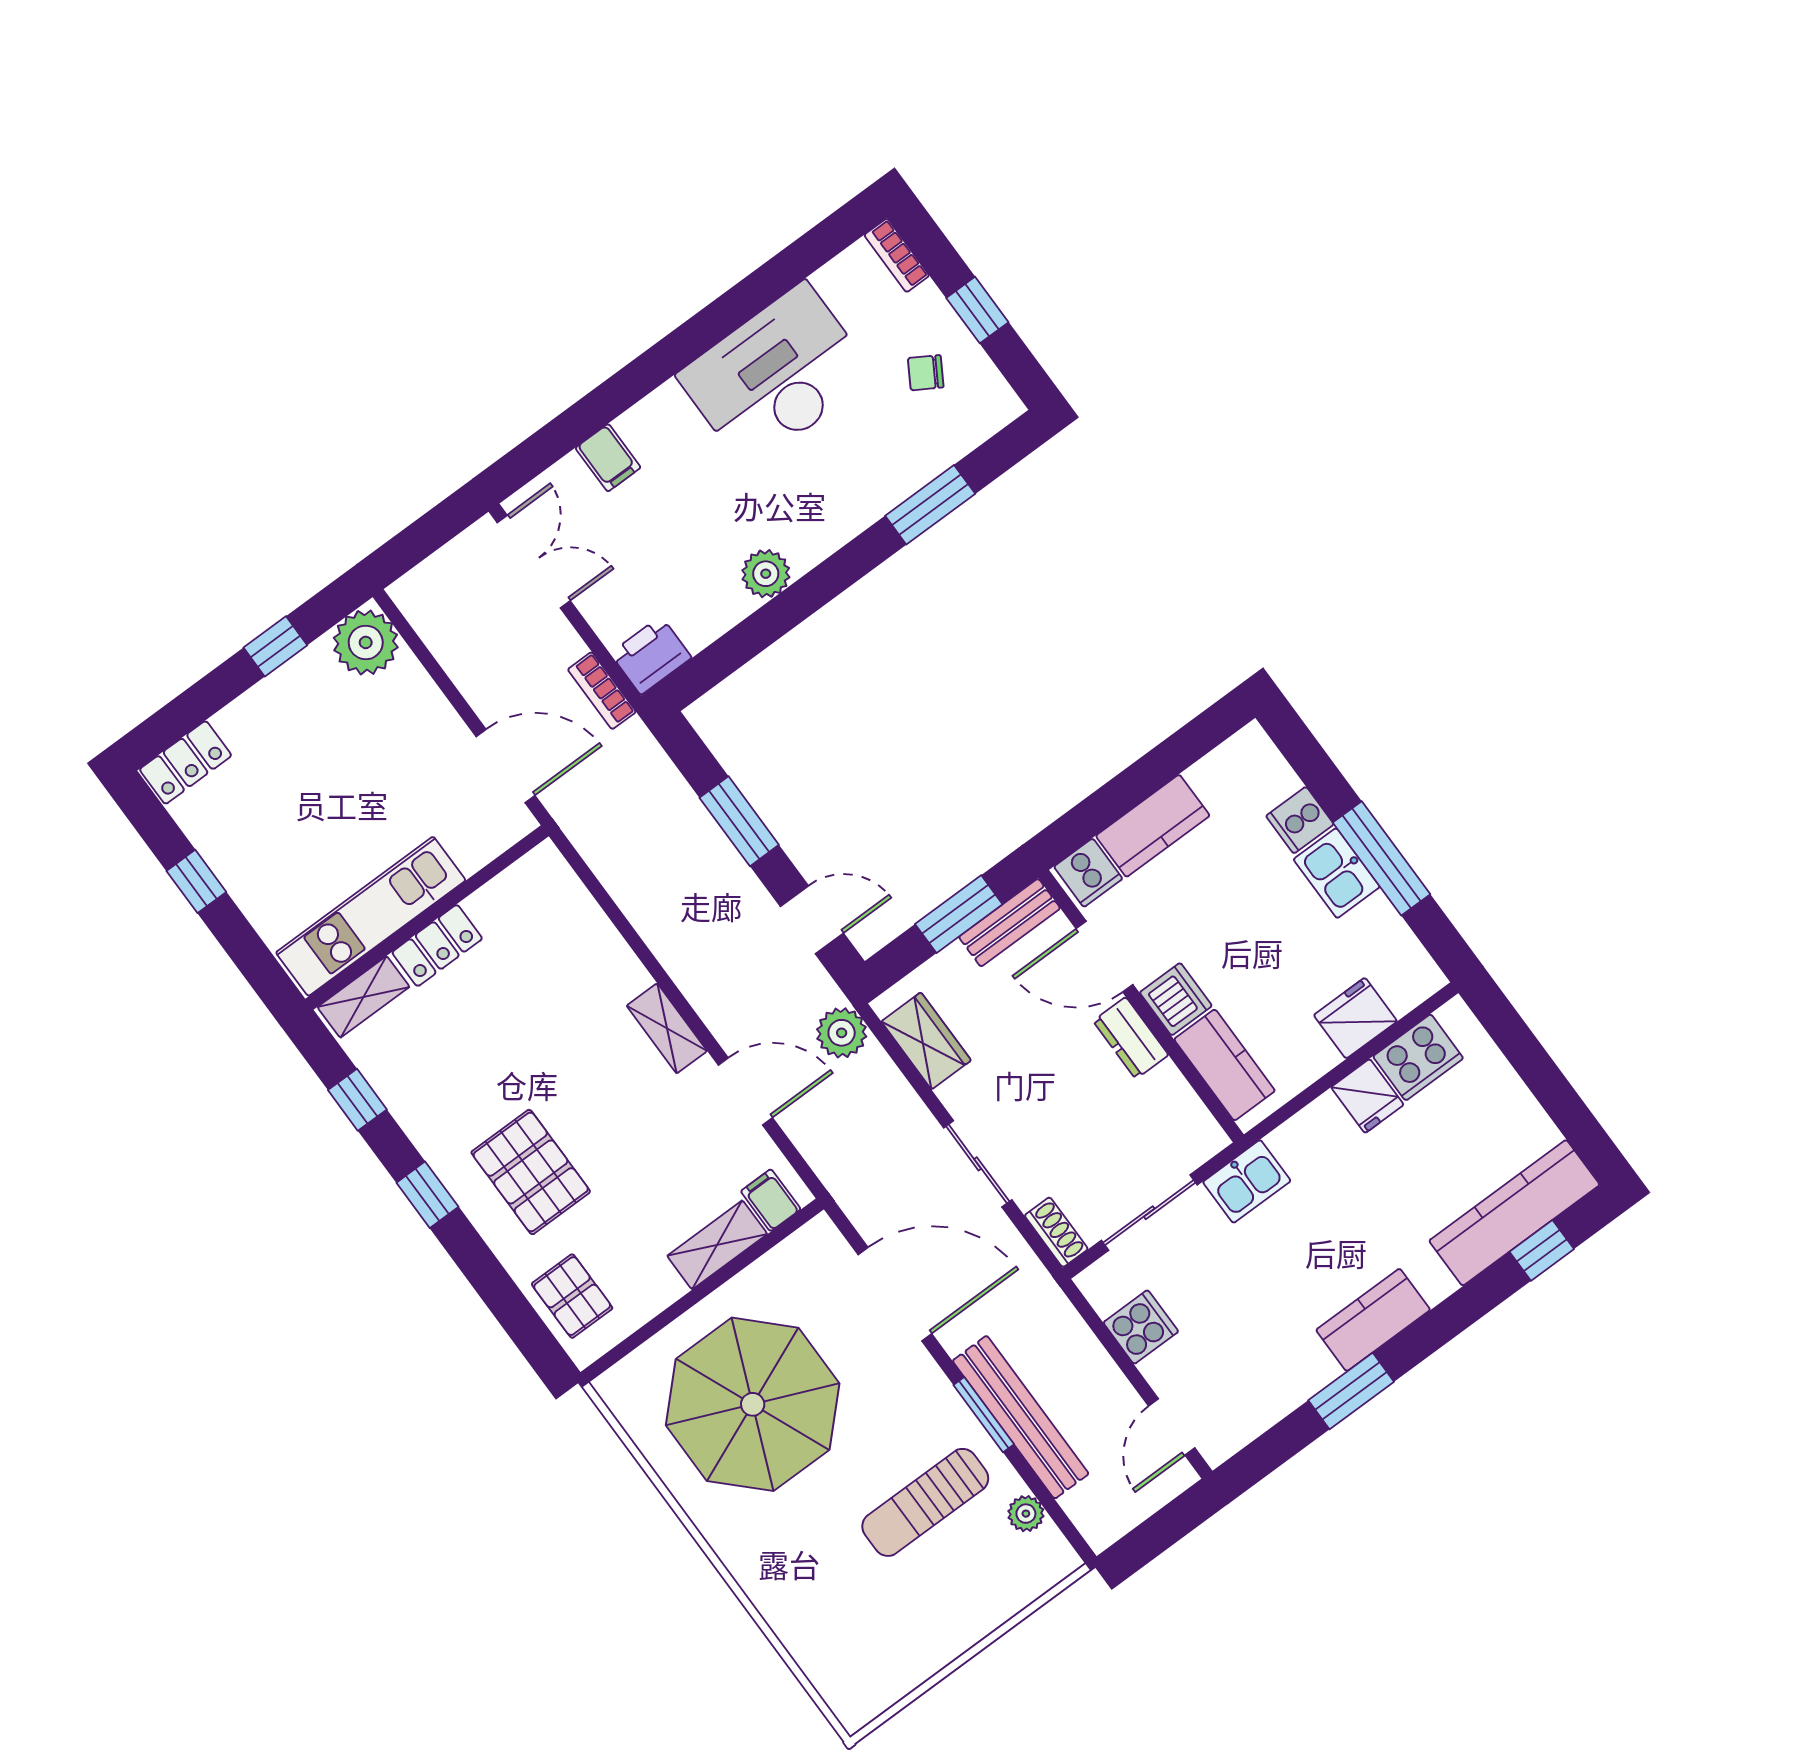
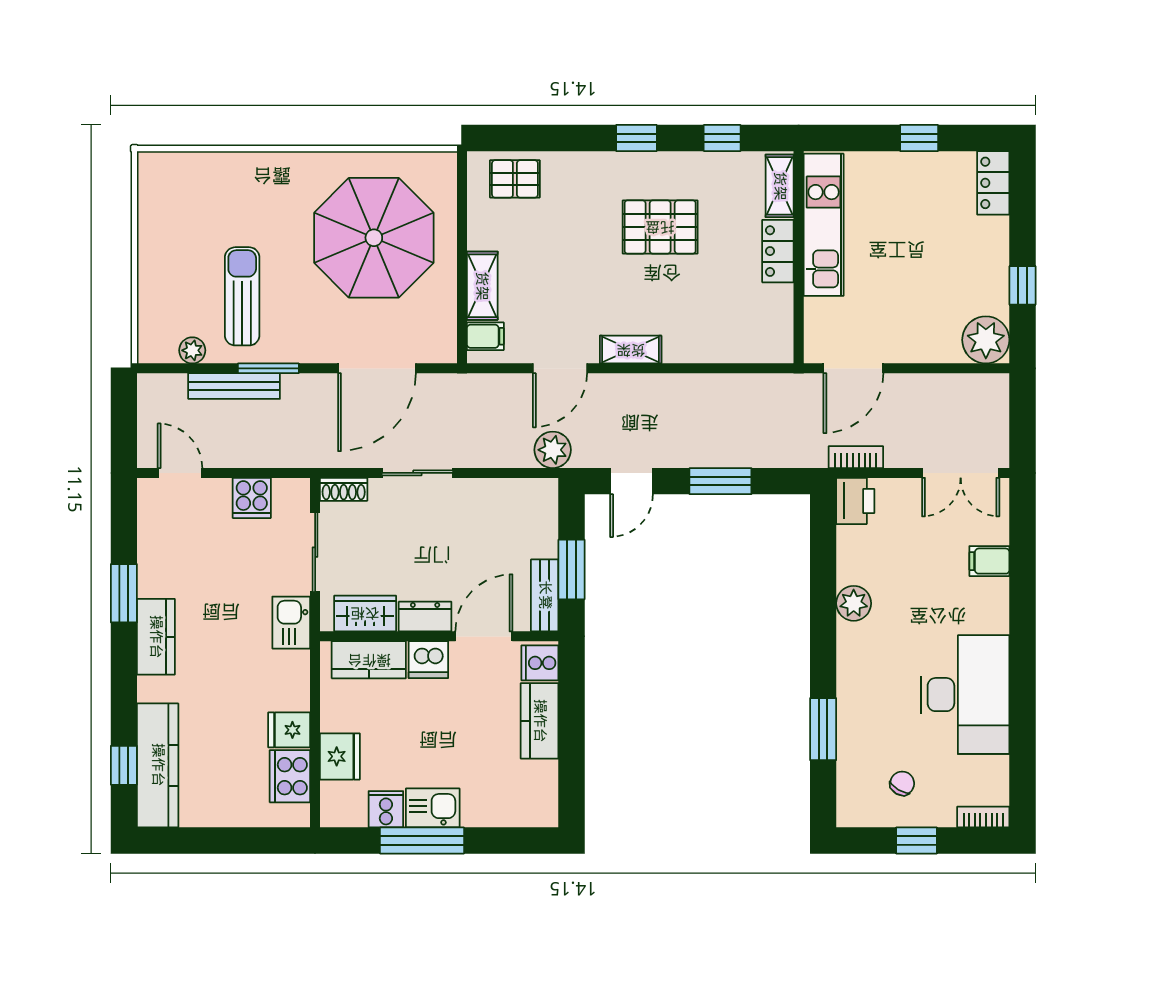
cooker: (1300, 820) -> (386, 809), moved
wardrobe: (926, 1041) -> (365, 613), moved, turned 180
pallet: (531, 1172) -> (660, 227), moved
bench: (1021, 1417) -> (234, 386), width x0.73, depth x0.82

